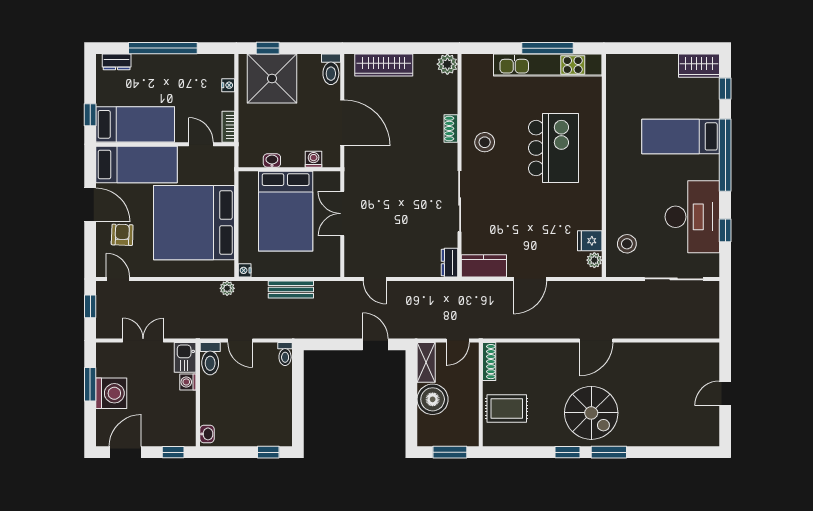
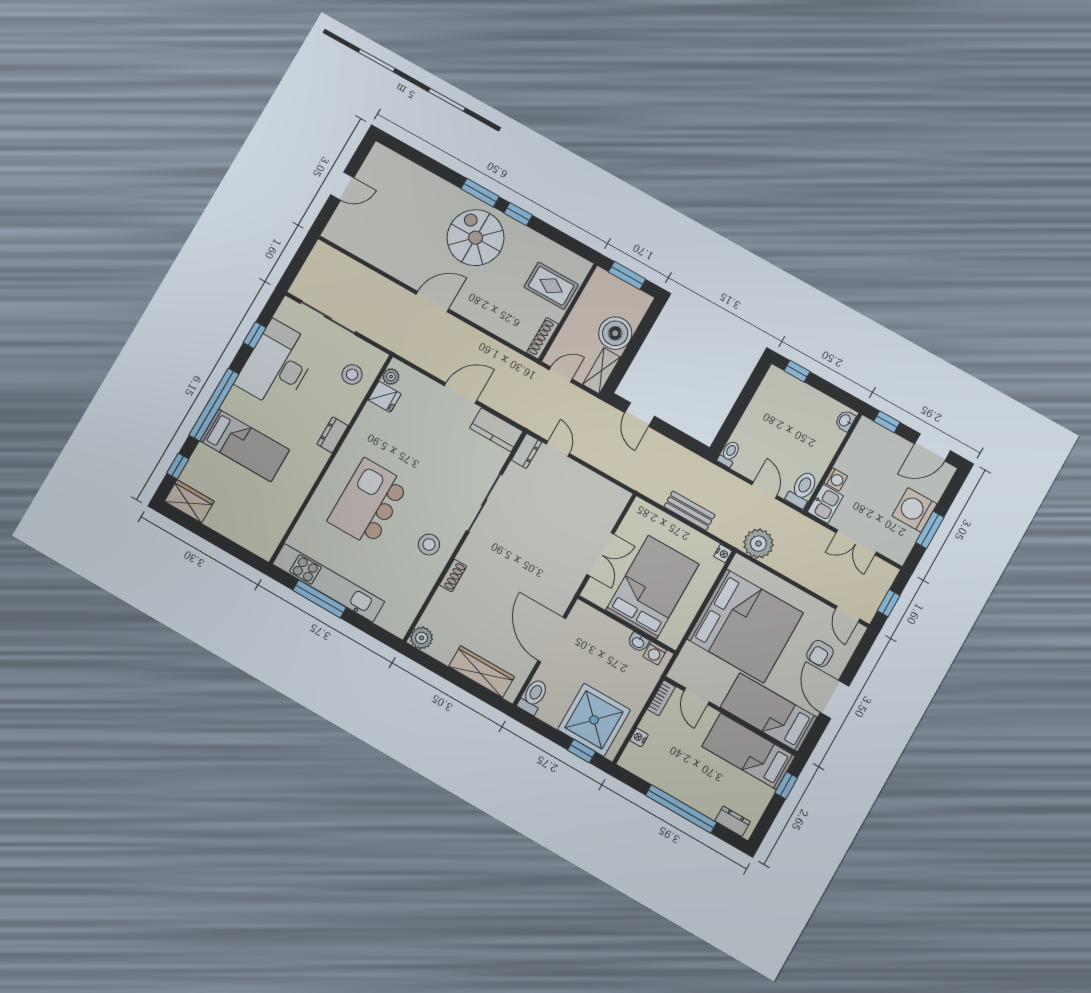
washing machine: (314, 159) -> (655, 653), moved
dresser: (614, 186) -> (332, 435), added
door: (375, 279) -> (558, 449), moved
plant: (227, 288) -> (758, 544), width x1.87, depth x1.87

